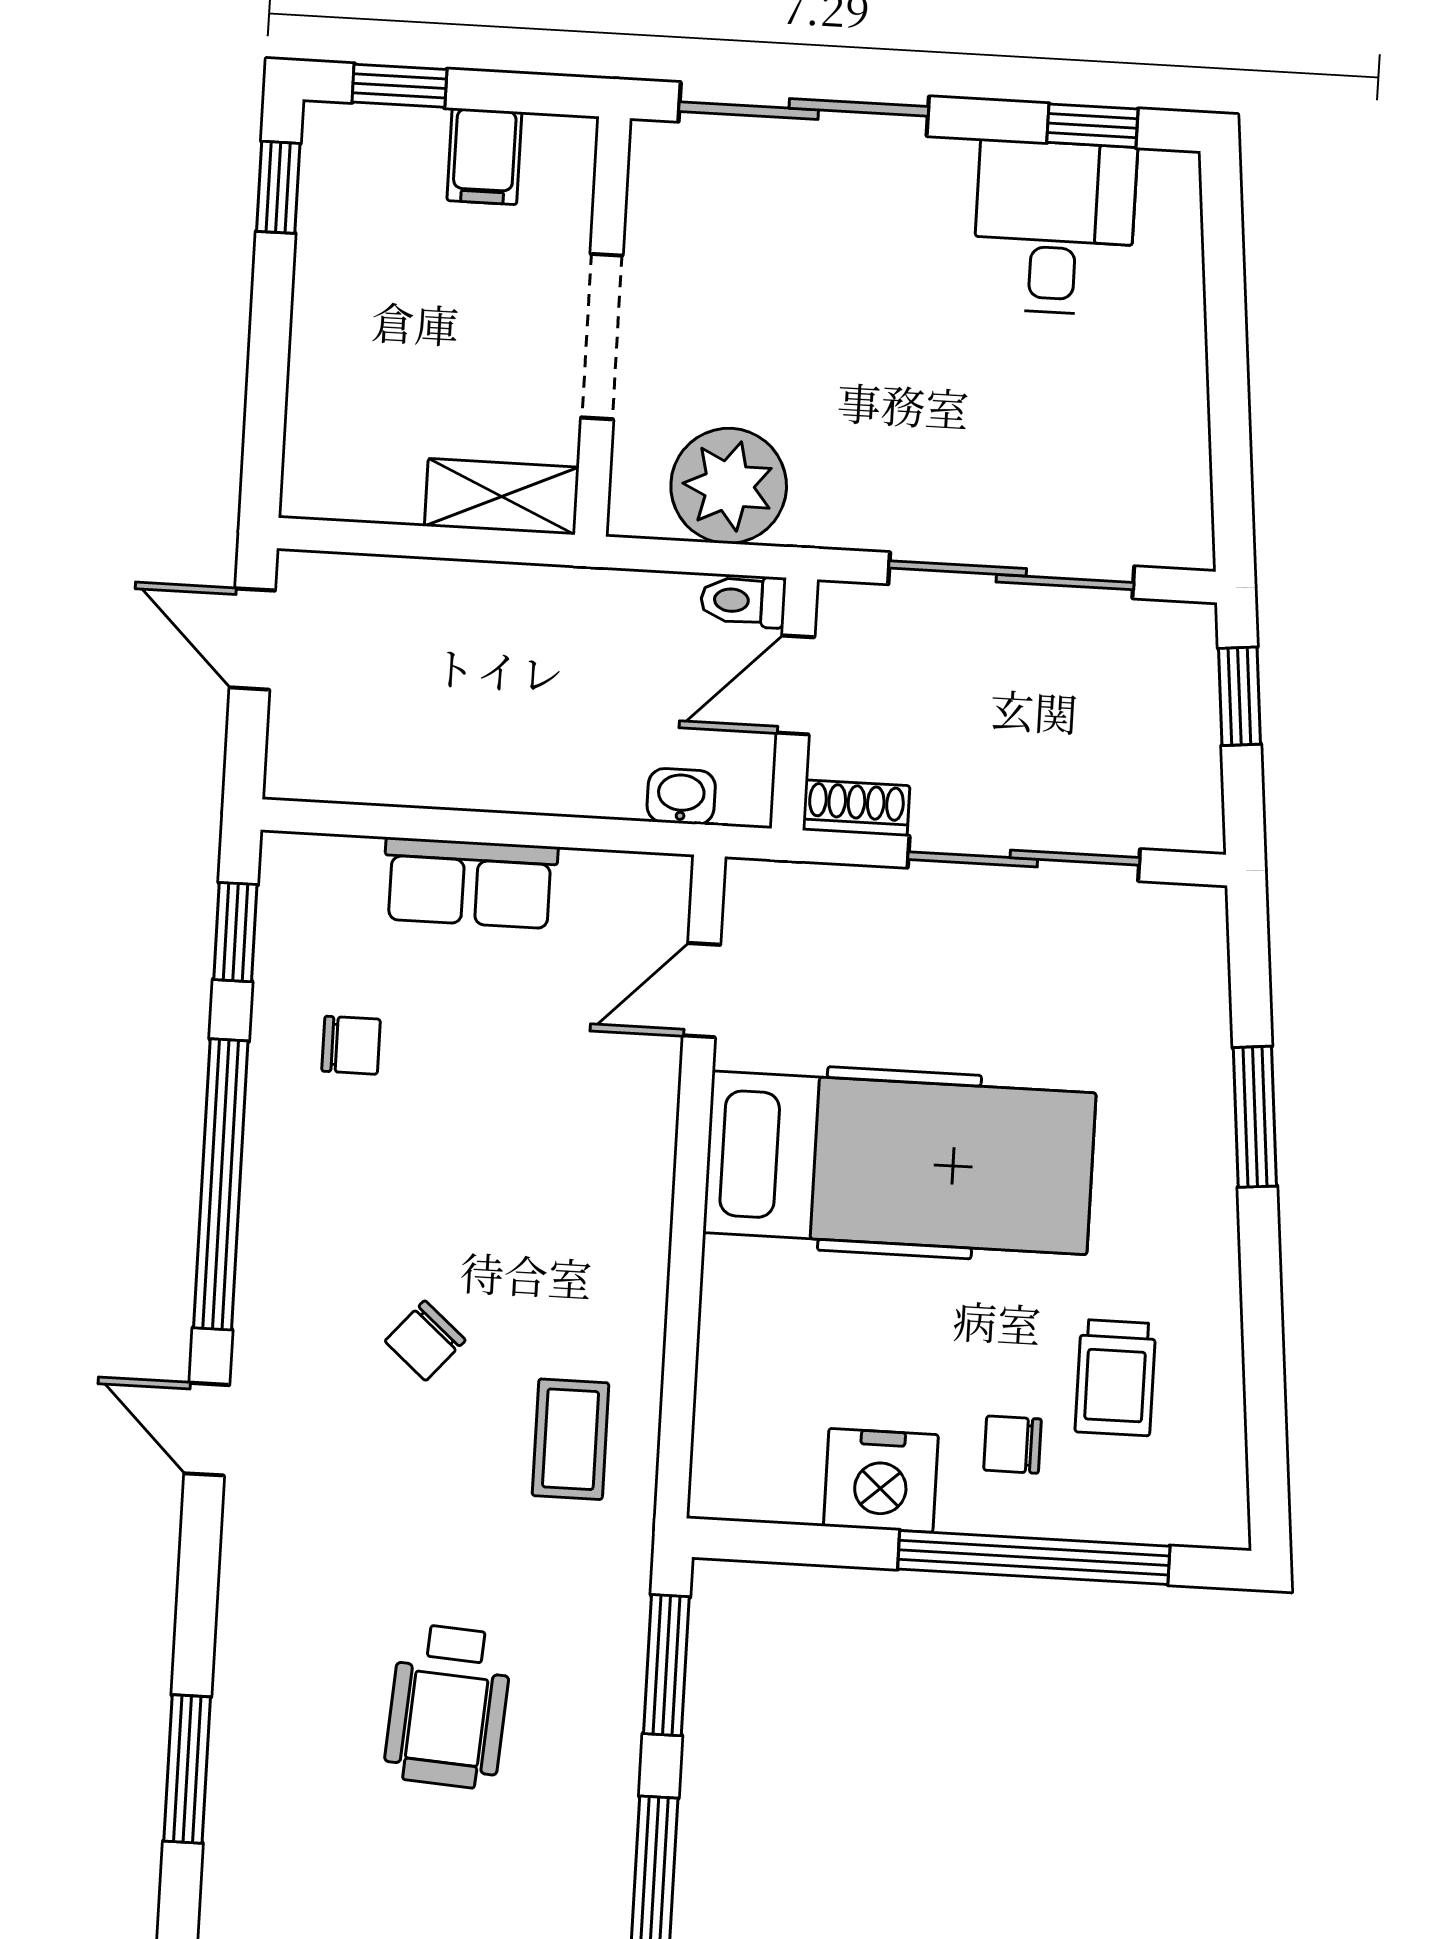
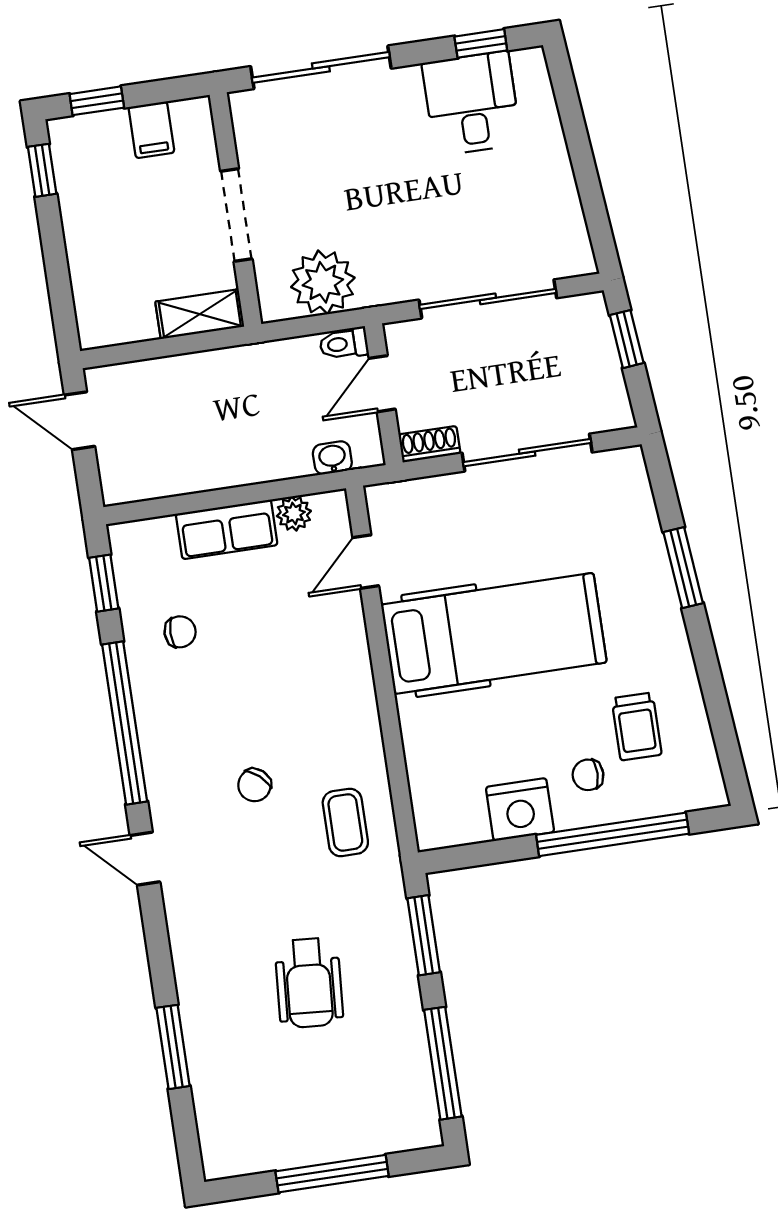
plant: (594, 880) -> (294, 514), added

